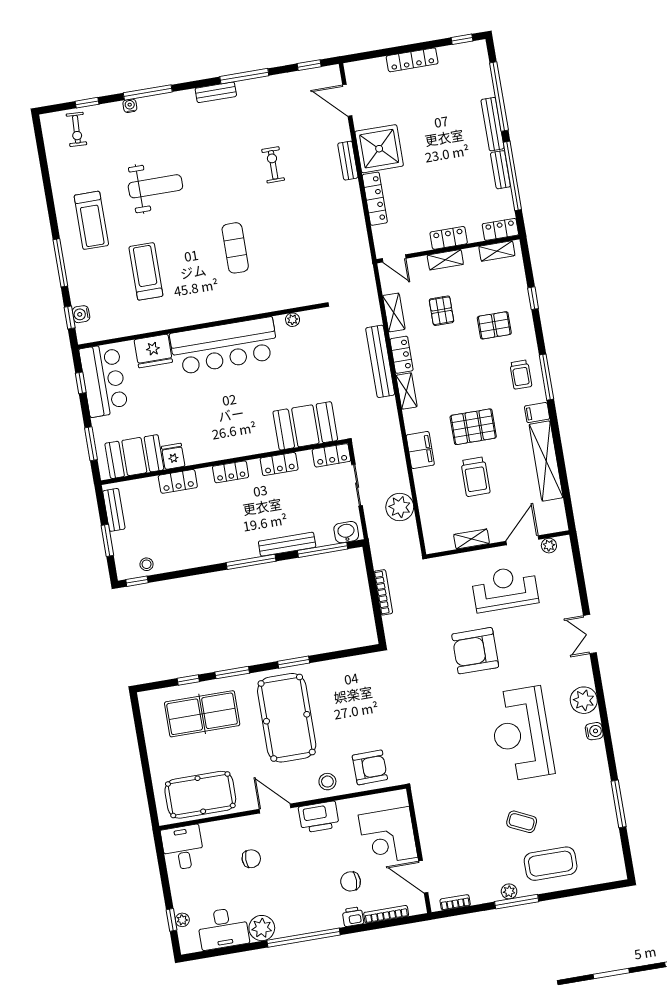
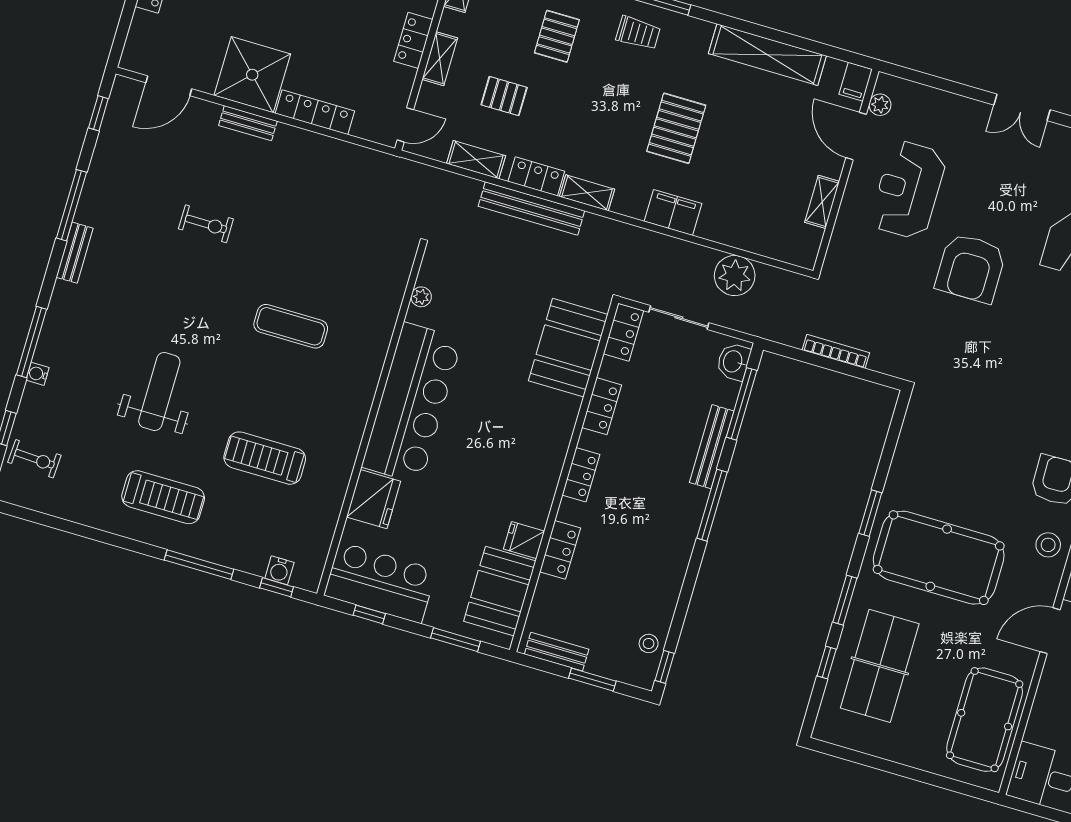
exercise bike: (273, 165) -> (206, 224), turned 180
filing cabinet: (537, 413) -> (856, 82), moved
trolley: (475, 477) -> (743, 157), removed

